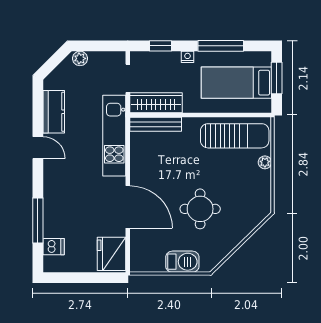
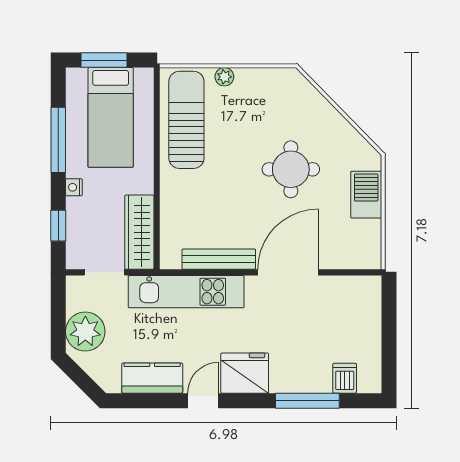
plant: (80, 58) -> (85, 331), width x1.87, depth x1.87
bench: (156, 124) -> (219, 259), moved, turned 90
fridge: (112, 254) -> (245, 373), moved, turned 180

